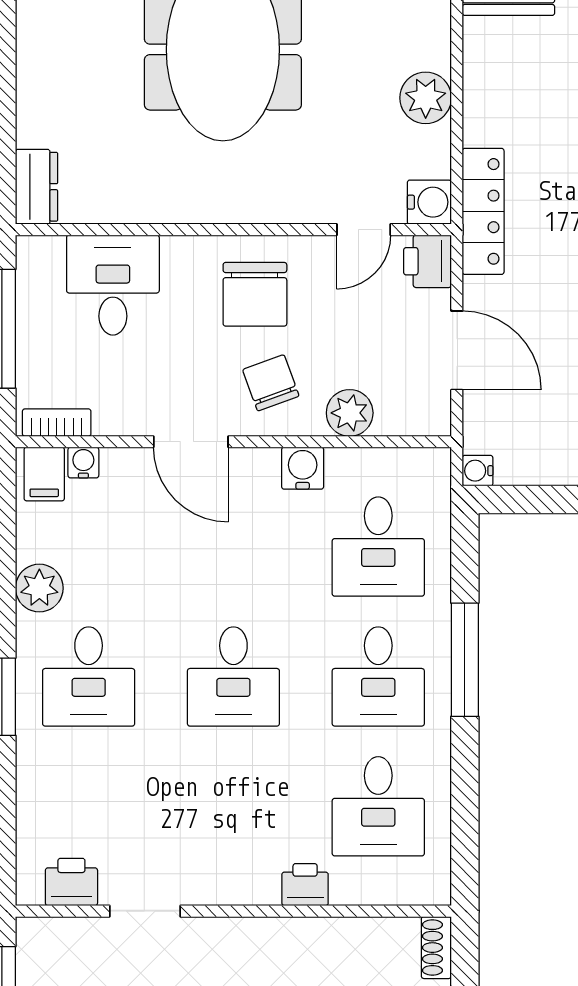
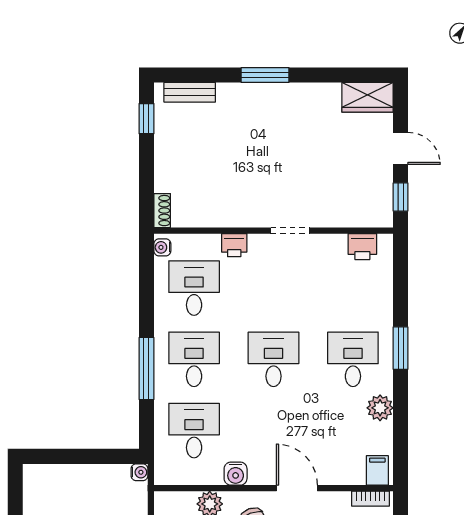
water cooler: (83, 463) -> (162, 247), moved, turned 90
doorway: (145, 911) -> (290, 231), moved

